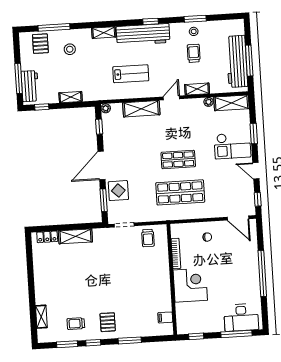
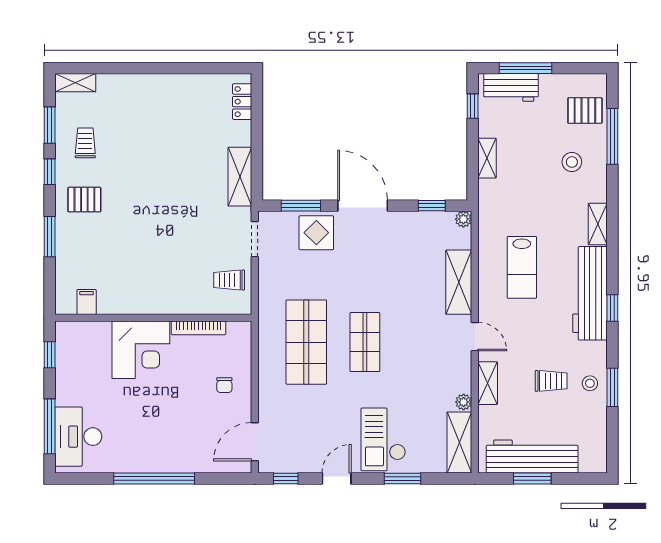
window: (249, 61) -> (532, 478), width x0.69
shelving: (75, 236) -> (240, 177), moved
shelving: (41, 317) -> (75, 83), moved

